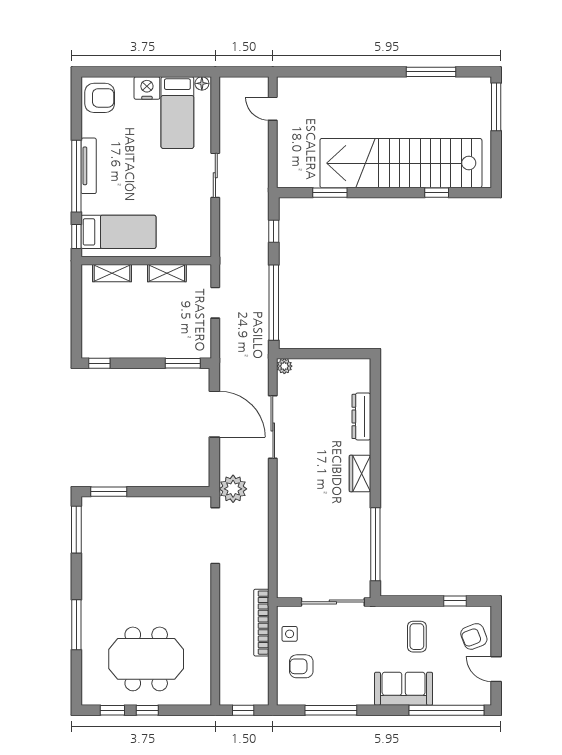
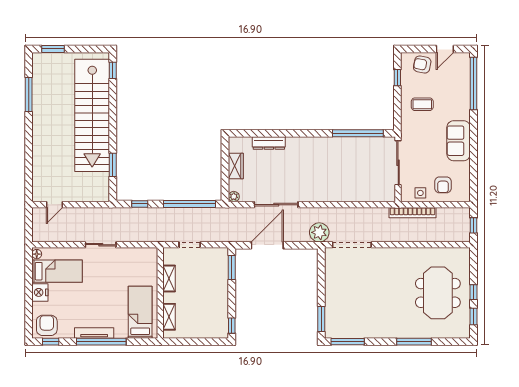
window: (496, 107) -> (53, 49), width x0.69
window: (437, 193) -> (113, 70), moved
window: (76, 236) -> (51, 342), moved
wardrobe: (360, 473) -> (236, 166), moved, turned -90
armchair: (474, 636) -> (422, 65), turned 122
sofa: (404, 689) -> (459, 141), moved
window: (331, 710) -> (474, 164), removed

